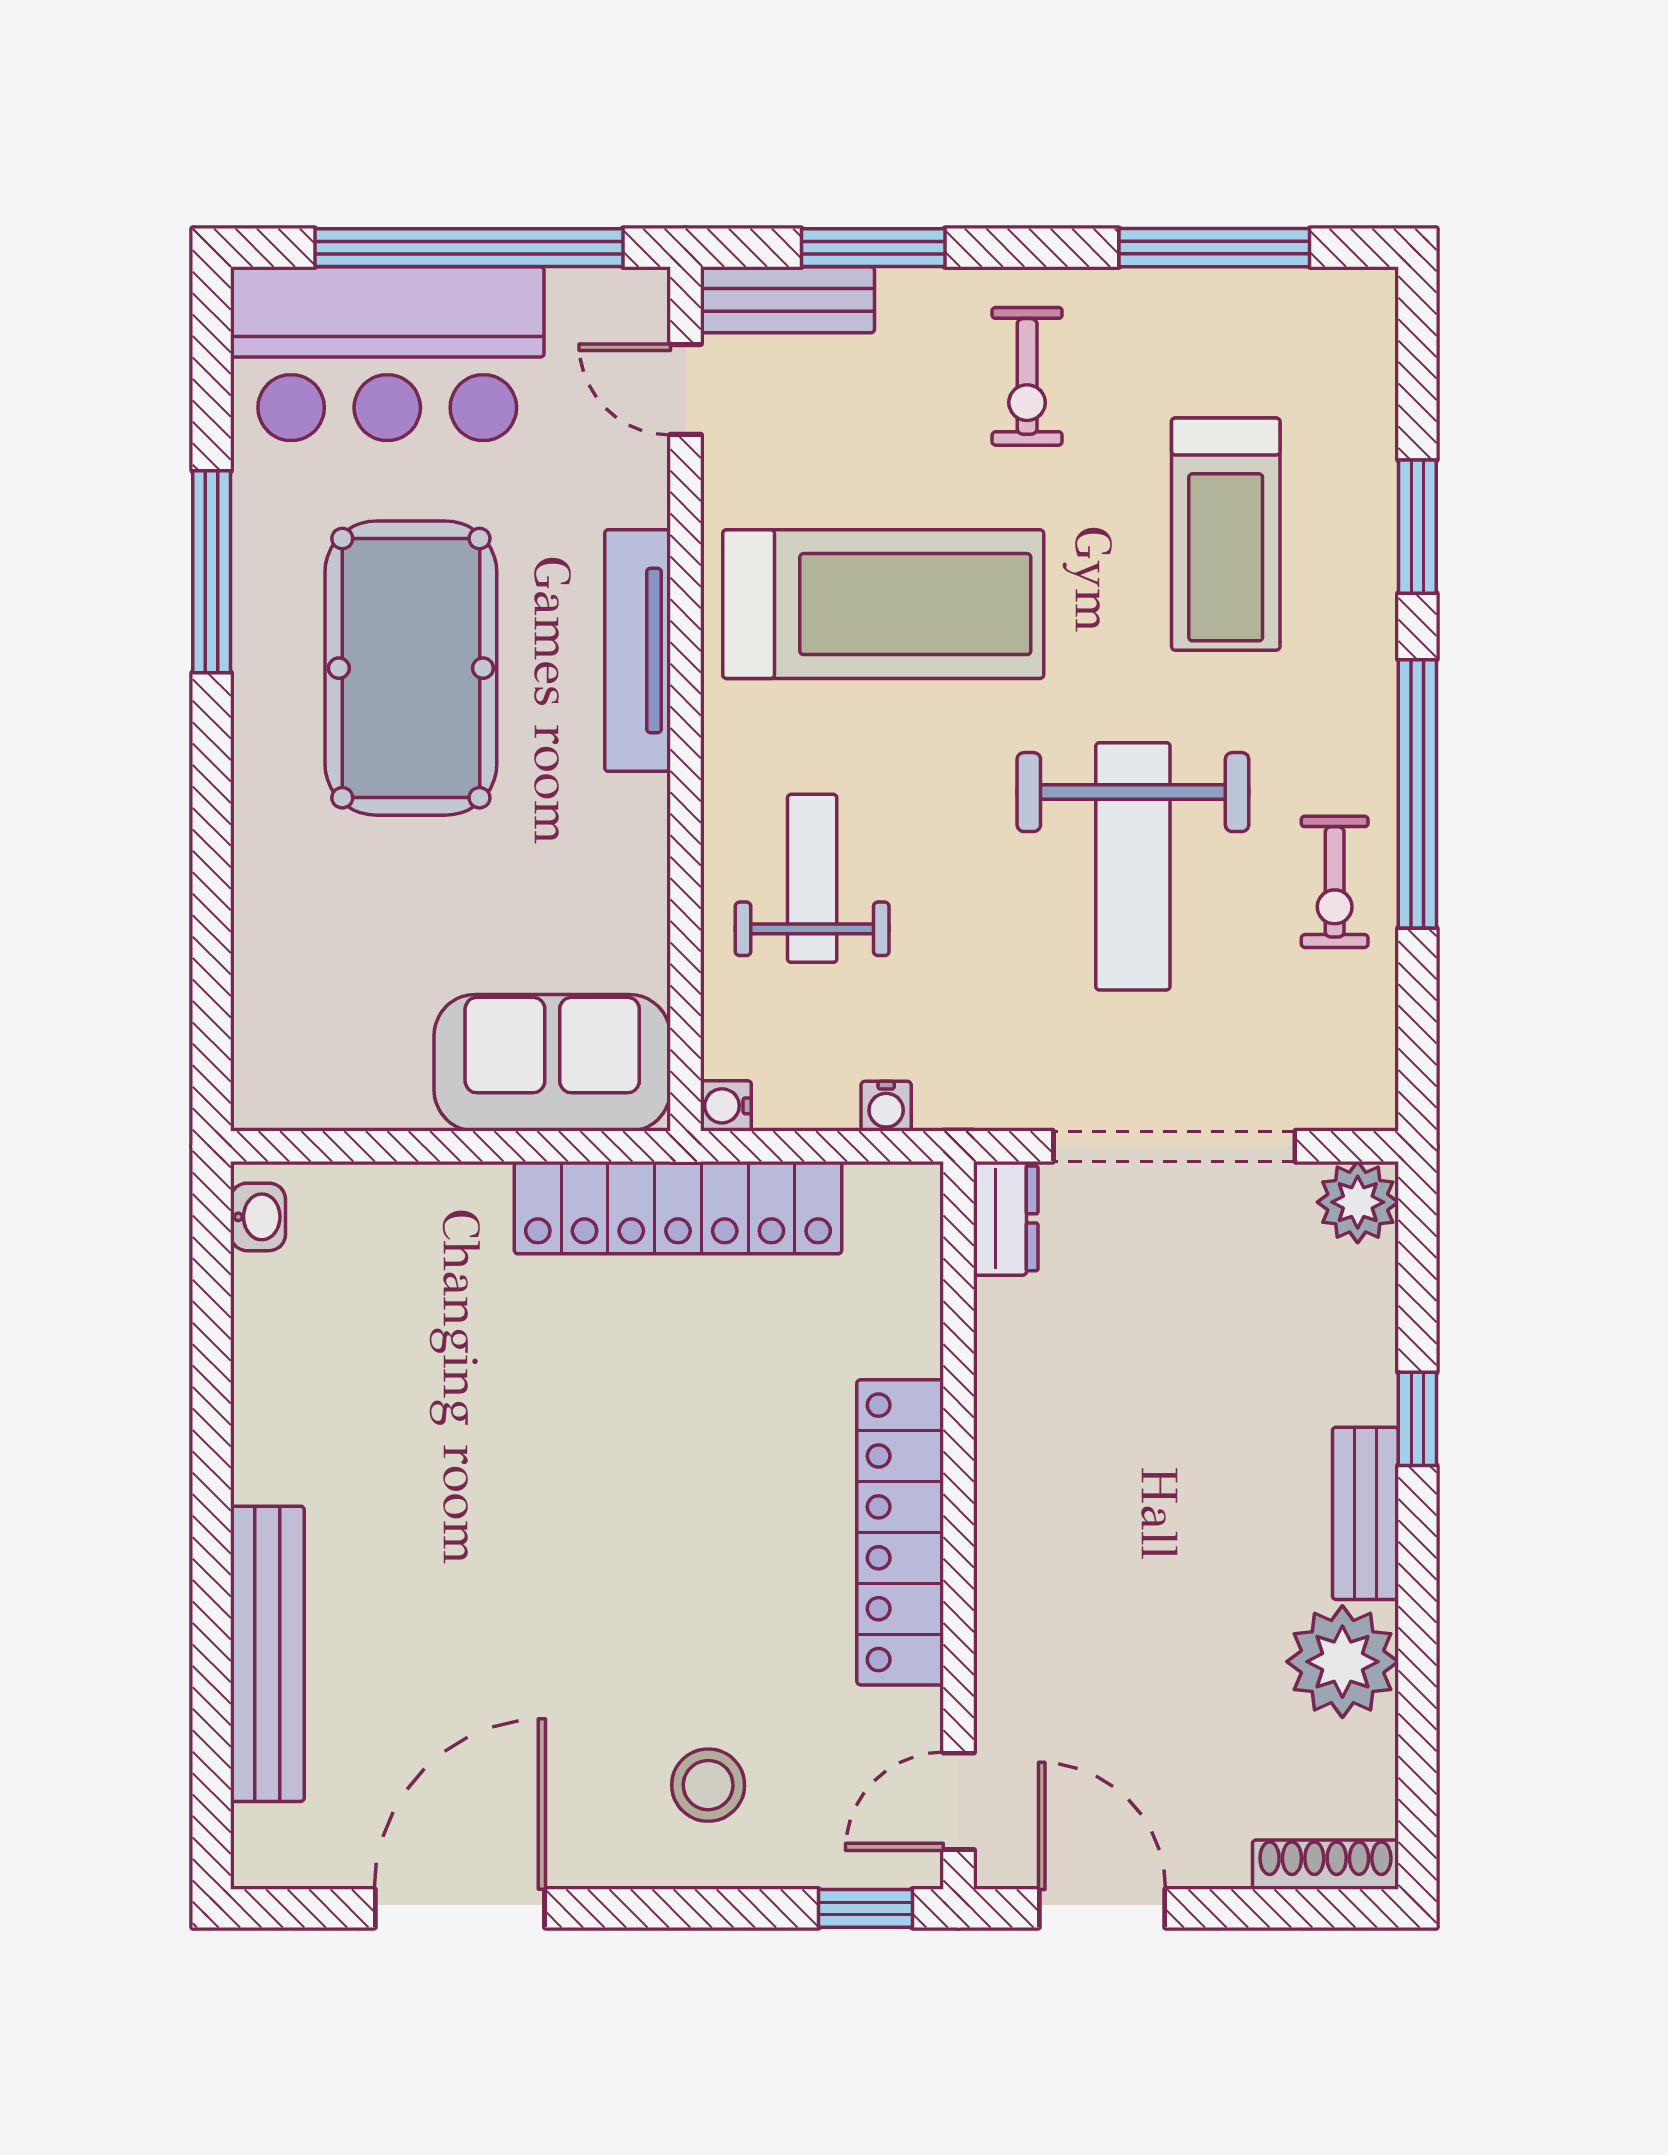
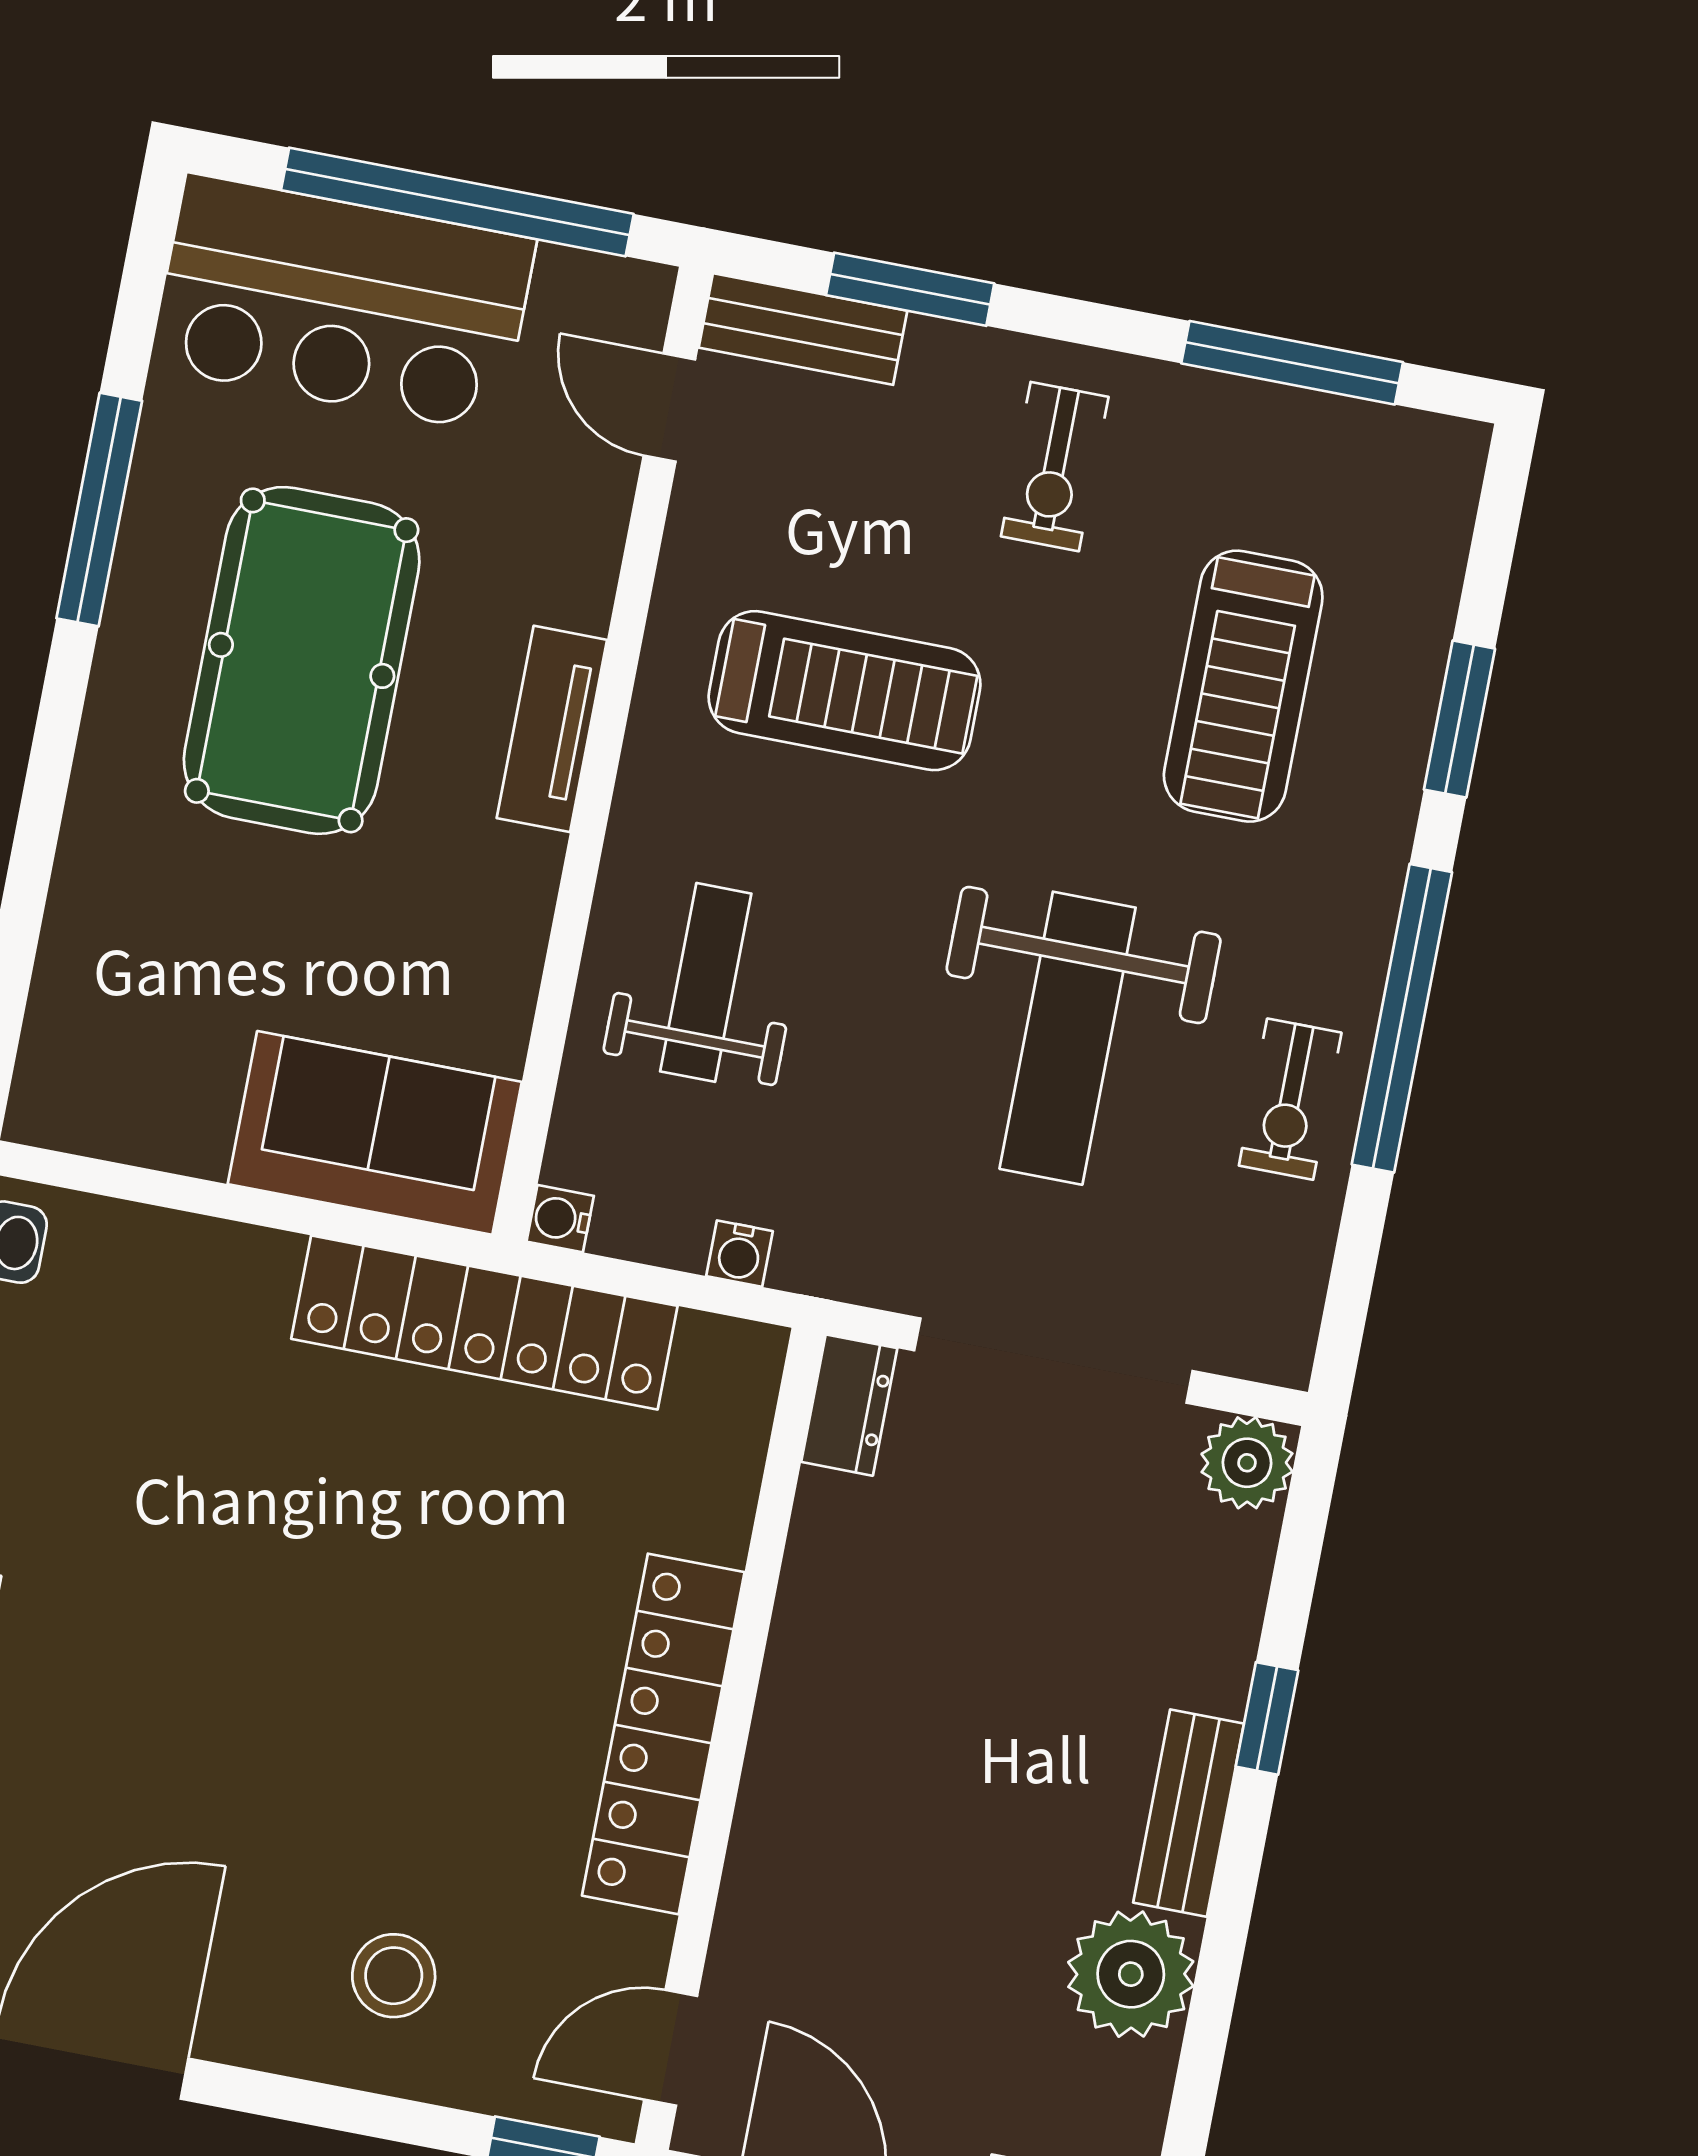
treadmill: (883, 604) -> (845, 691), width x0.73, depth x0.73
tv unit: (638, 651) -> (552, 729), width x0.71

